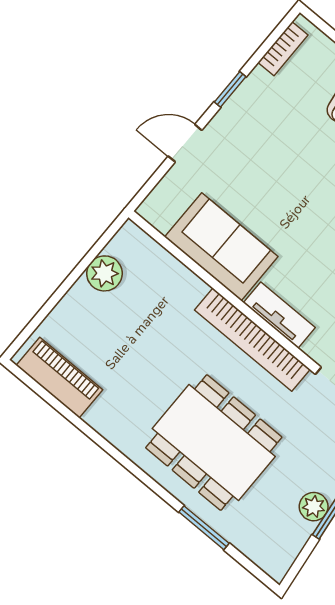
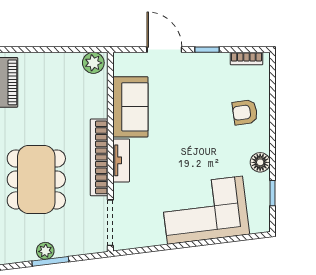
door: (185, 143) -> (164, 50), width x1.38
plant: (104, 273) -> (93, 63), moved

